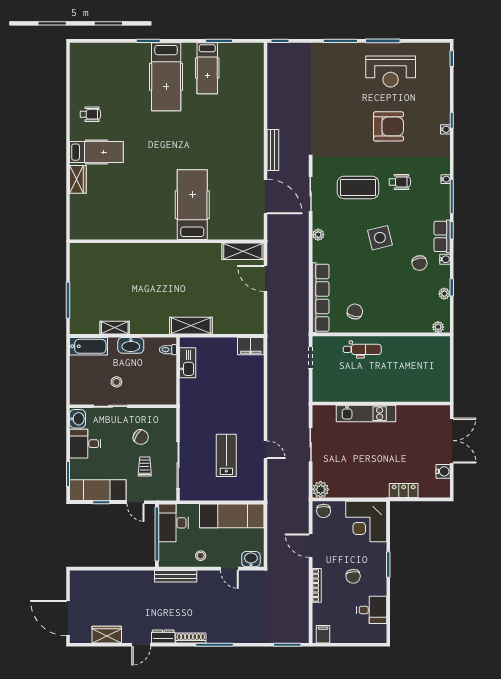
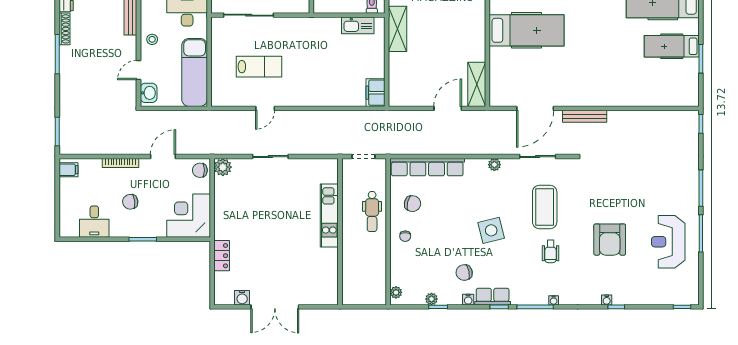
chair: (385, 318) -> (405, 236), added
wall: (381, 403) -> (340, 232), moved
kitchen unit: (366, 414) -> (329, 216), moved

